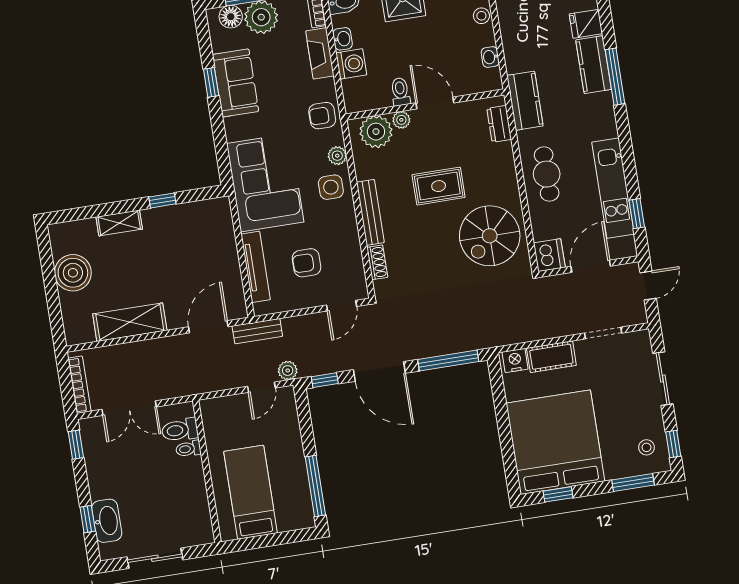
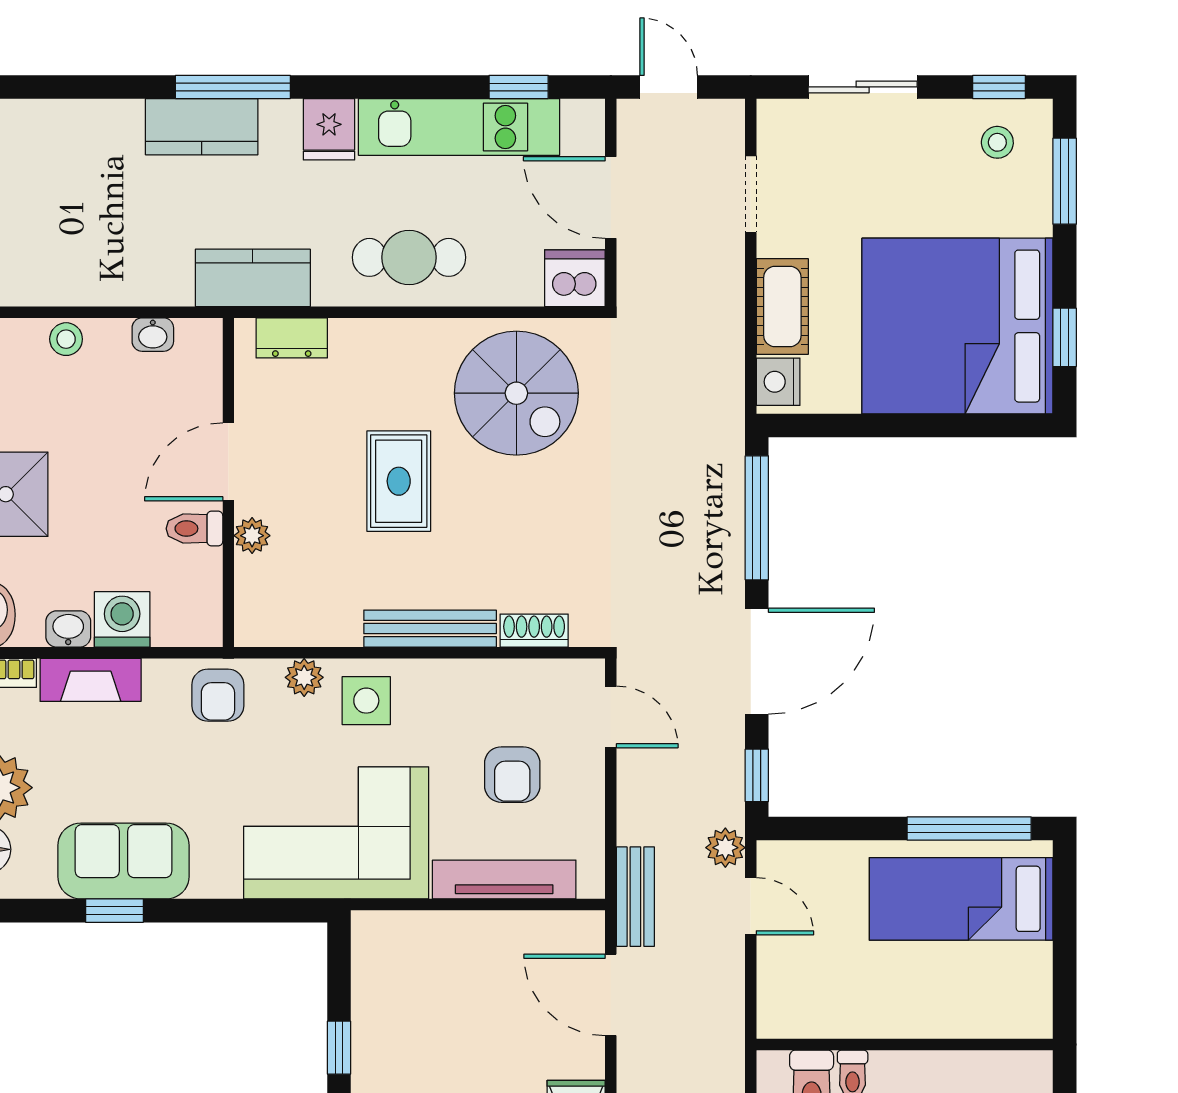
fridge: (586, 24) -> (329, 129), moved
plant: (376, 132) -> (268, 591), removed
bed: (251, 492) -> (961, 899), moved

